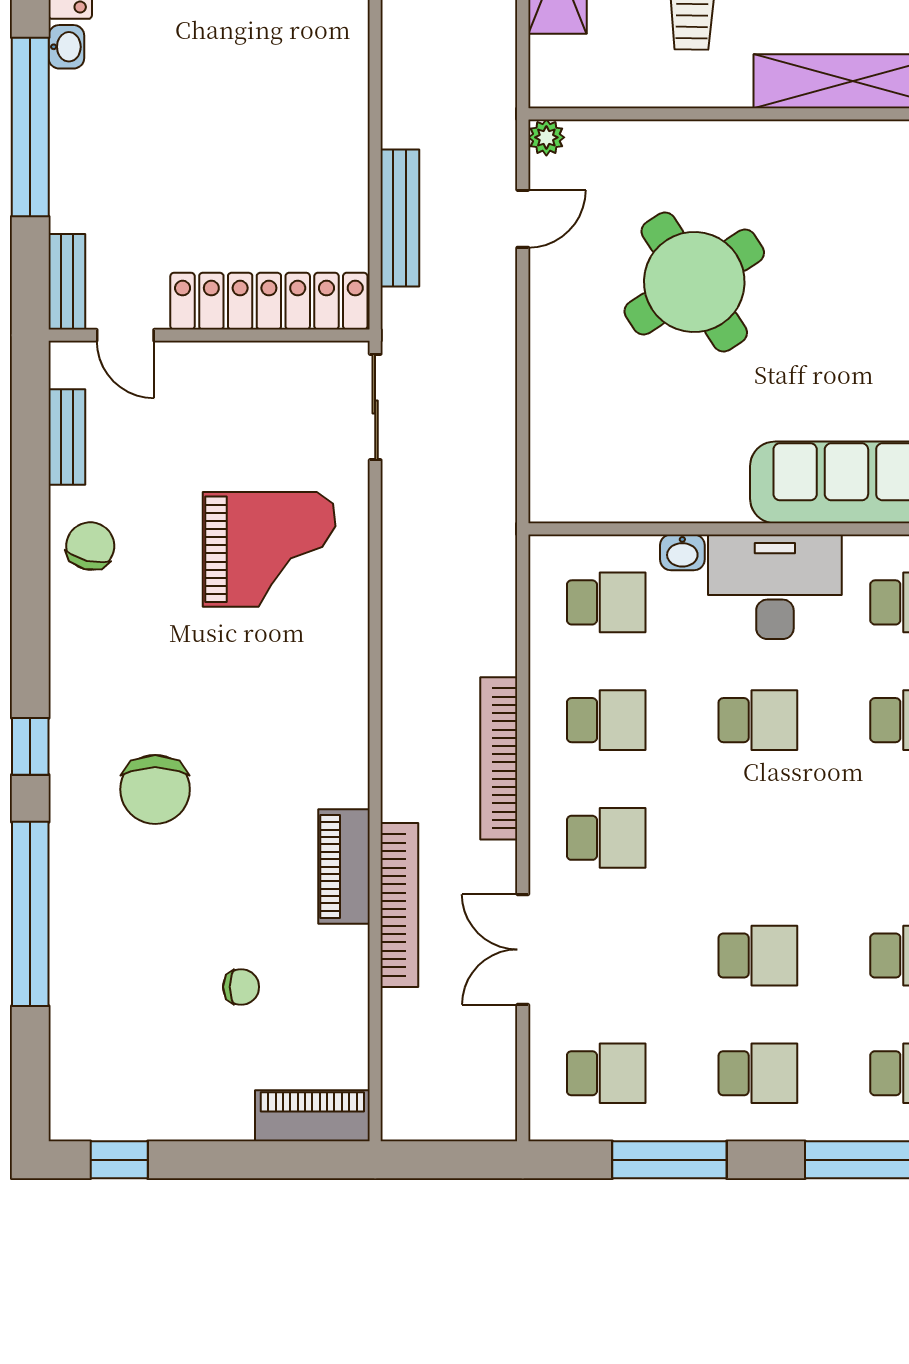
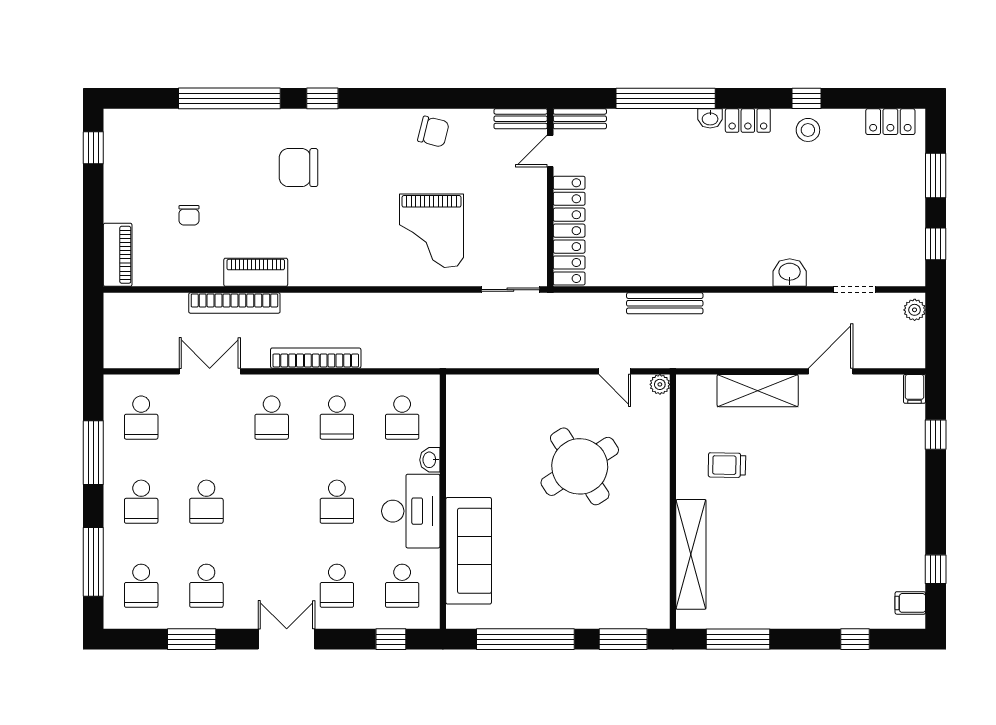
bench: (400, 218) -> (665, 303), moved
bench: (67, 437) -> (521, 119), moved

